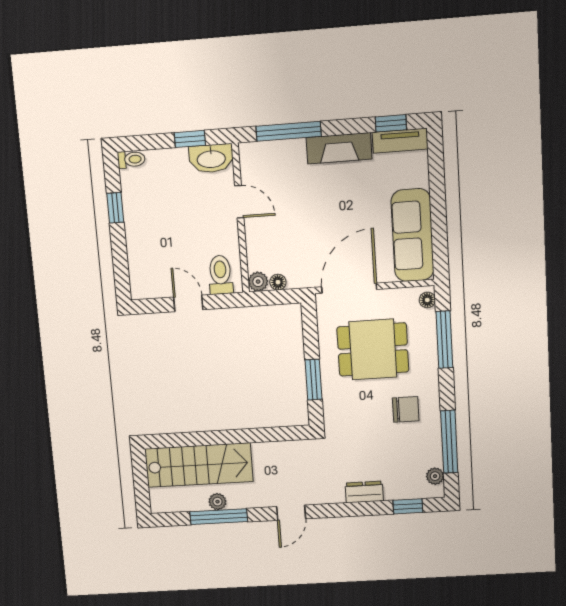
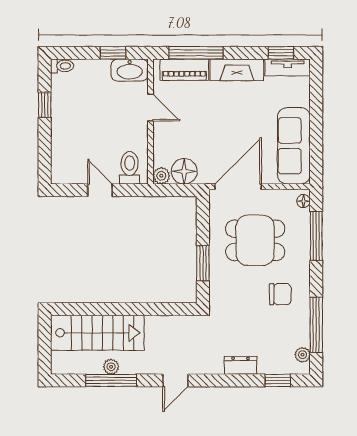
piano: (276, 153) -> (184, 70), added
floor lamp: (278, 282) -> (184, 171), width x1.89, depth x1.89

